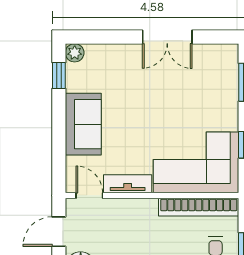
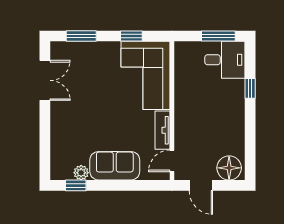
double door: (167, 37) -> (45, 80), moved
plant: (75, 53) -> (81, 173), moved
bookcase: (199, 207) -> (181, 73), removed

